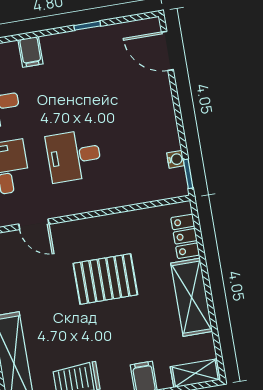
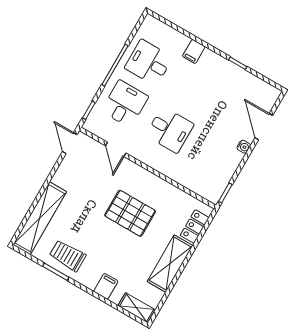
door: (167, 51) -> (264, 127), moved
desk: (74, 156) -> (170, 130), turned 180
water cooler: (176, 159) -> (244, 147), moved

